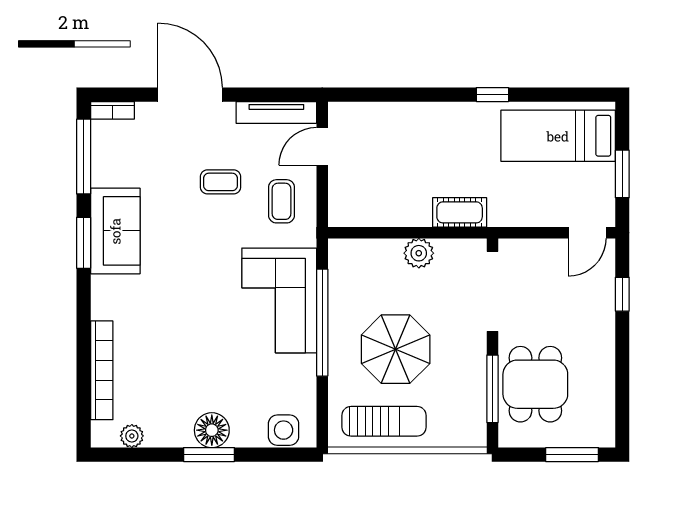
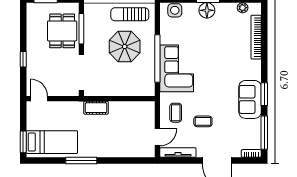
window: (492, 95) -> (81, 160), width x2.17
window: (622, 174) -> (23, 142), moved
door: (587, 233) -> (39, 99), hinge flipped
plant: (419, 253) -> (114, 90), removed
window: (622, 294) -> (23, 59), moved

